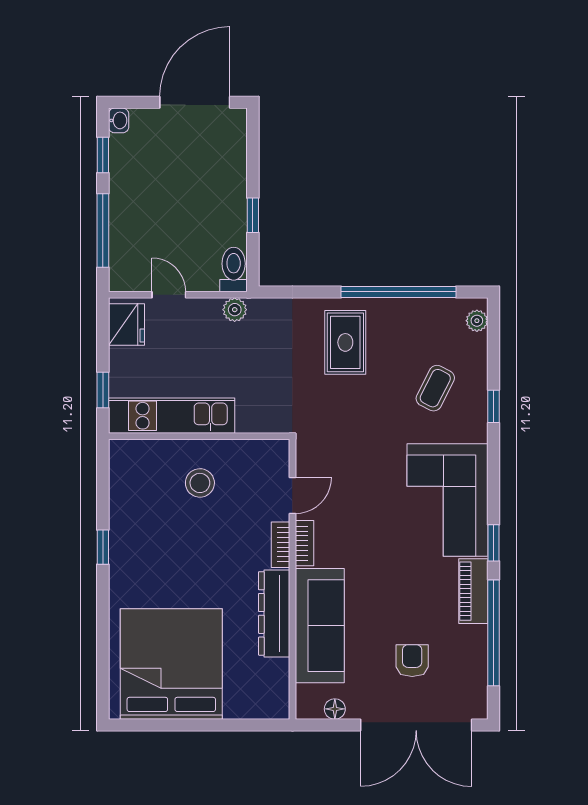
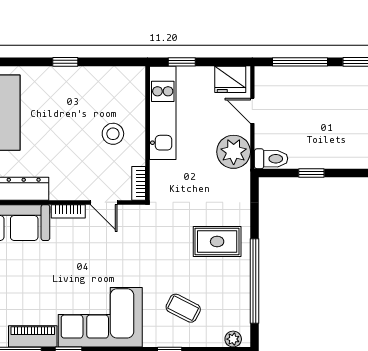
door: (169, 295) -> (252, 111), swing flipped
plant: (235, 310) -> (234, 152), width x1.87, depth x1.87
bookcase: (281, 545) -> (139, 183), moved, turned -90

